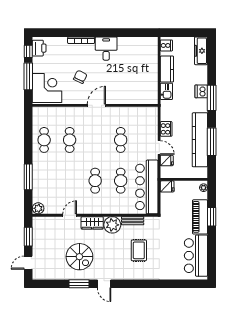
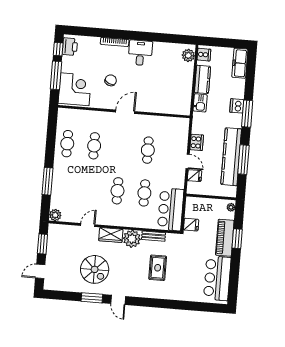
plant: (152, 47) -> (188, 55), added
fridge: (167, 186) -> (191, 225), moved
bar counter: (147, 187) -> (171, 209), width x0.73

